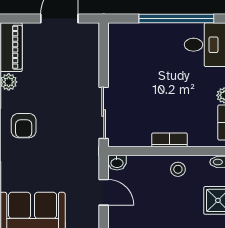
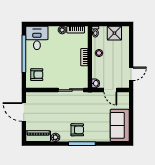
armchair: (135, 44) -> (37, 75), added
door: (104, 192) -> (110, 90), swing flipped

